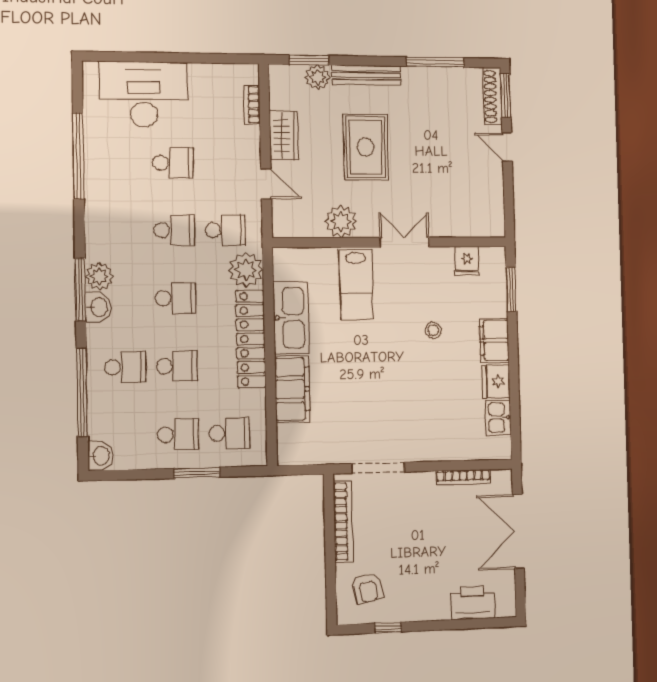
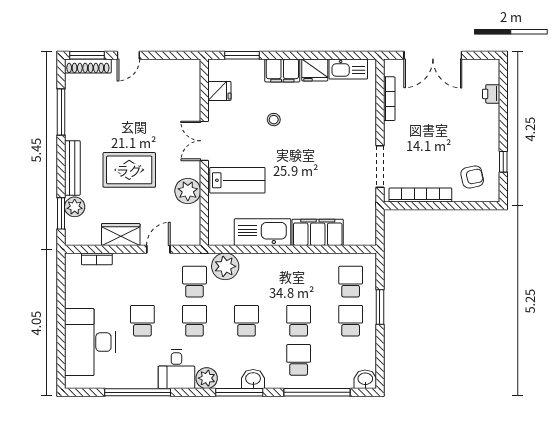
desk: (110, 207) -> (176, 369), added
plant: (99, 276) -> (207, 378), moved
locker: (251, 339) -> (279, 264), removed
kitchen sink: (498, 417) -> (348, 69), width x1.38
printer: (473, 603) -> (491, 94), width x0.53, depth x0.68

